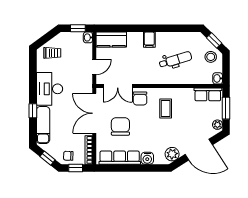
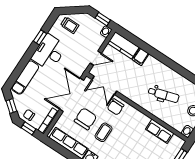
filing cabinet: (149, 40) -> (141, 57), moved
row of seats: (208, 94) -> (160, 131), moved
coffee table: (166, 108) -> (104, 132), moved
window: (33, 111) -> (40, 37), moved

